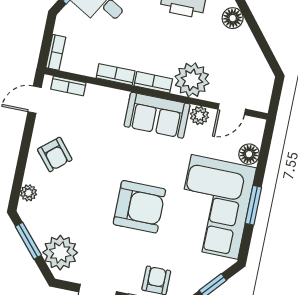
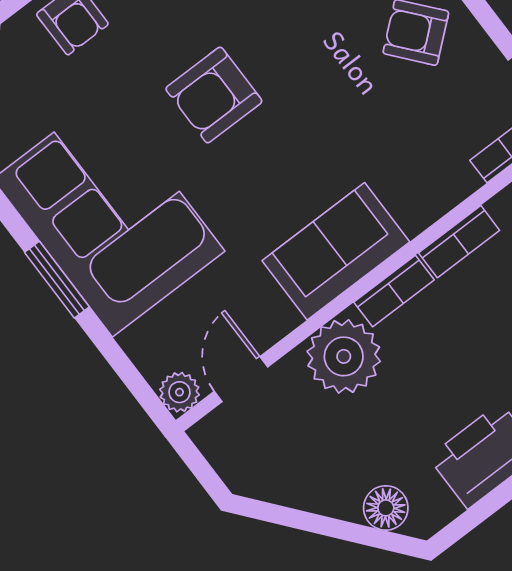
plant: (199, 116) -> (179, 392), moved
floor lamp: (249, 154) -> (145, 344), removed
armchair: (139, 207) -> (214, 95), width x0.73, depth x0.73

